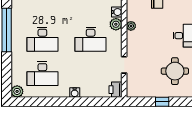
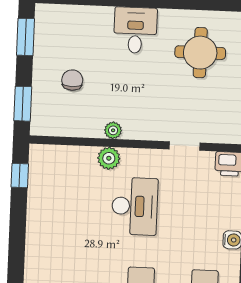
water cooler: (117, 12) -> (86, 156), removed

